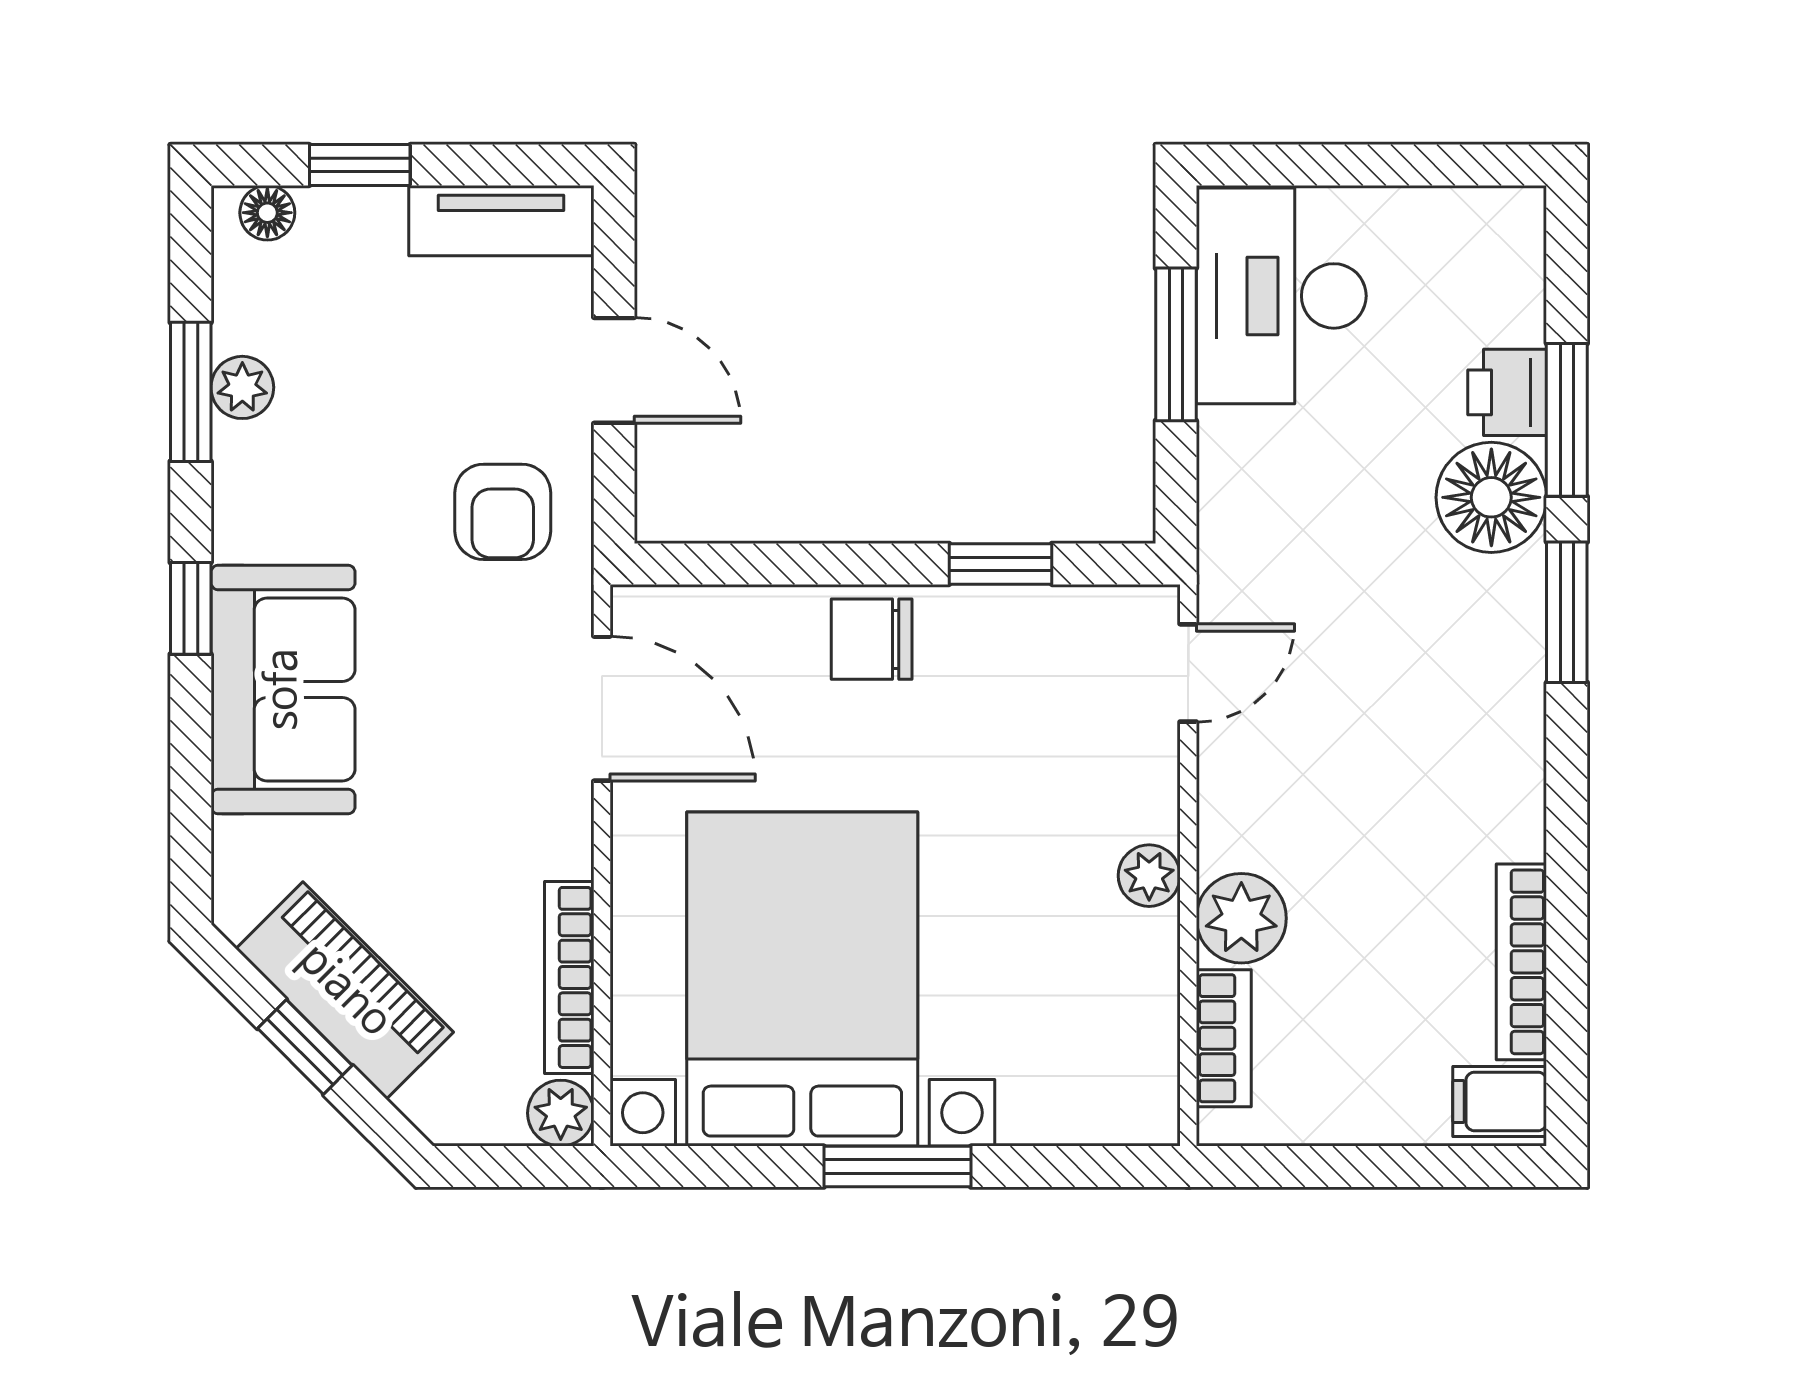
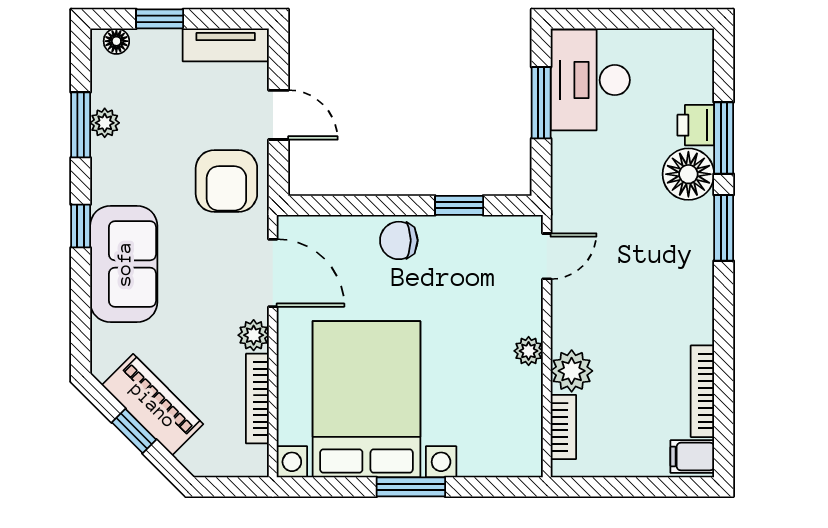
armchair: (503, 512) -> (226, 181), width x1.38, depth x1.38
plant: (561, 1113) -> (254, 335), moved

